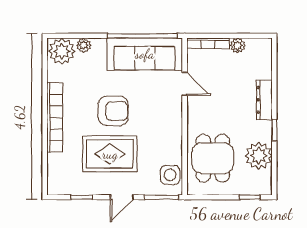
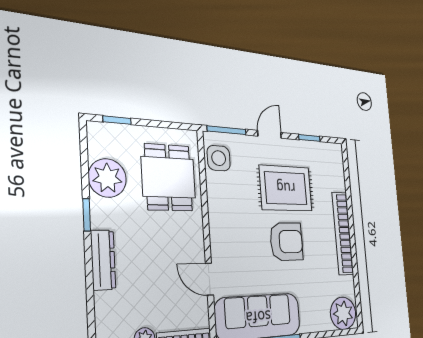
plant: (84, 45) -> (323, 323), removed
armchair: (113, 111) -> (286, 242), turned 180

